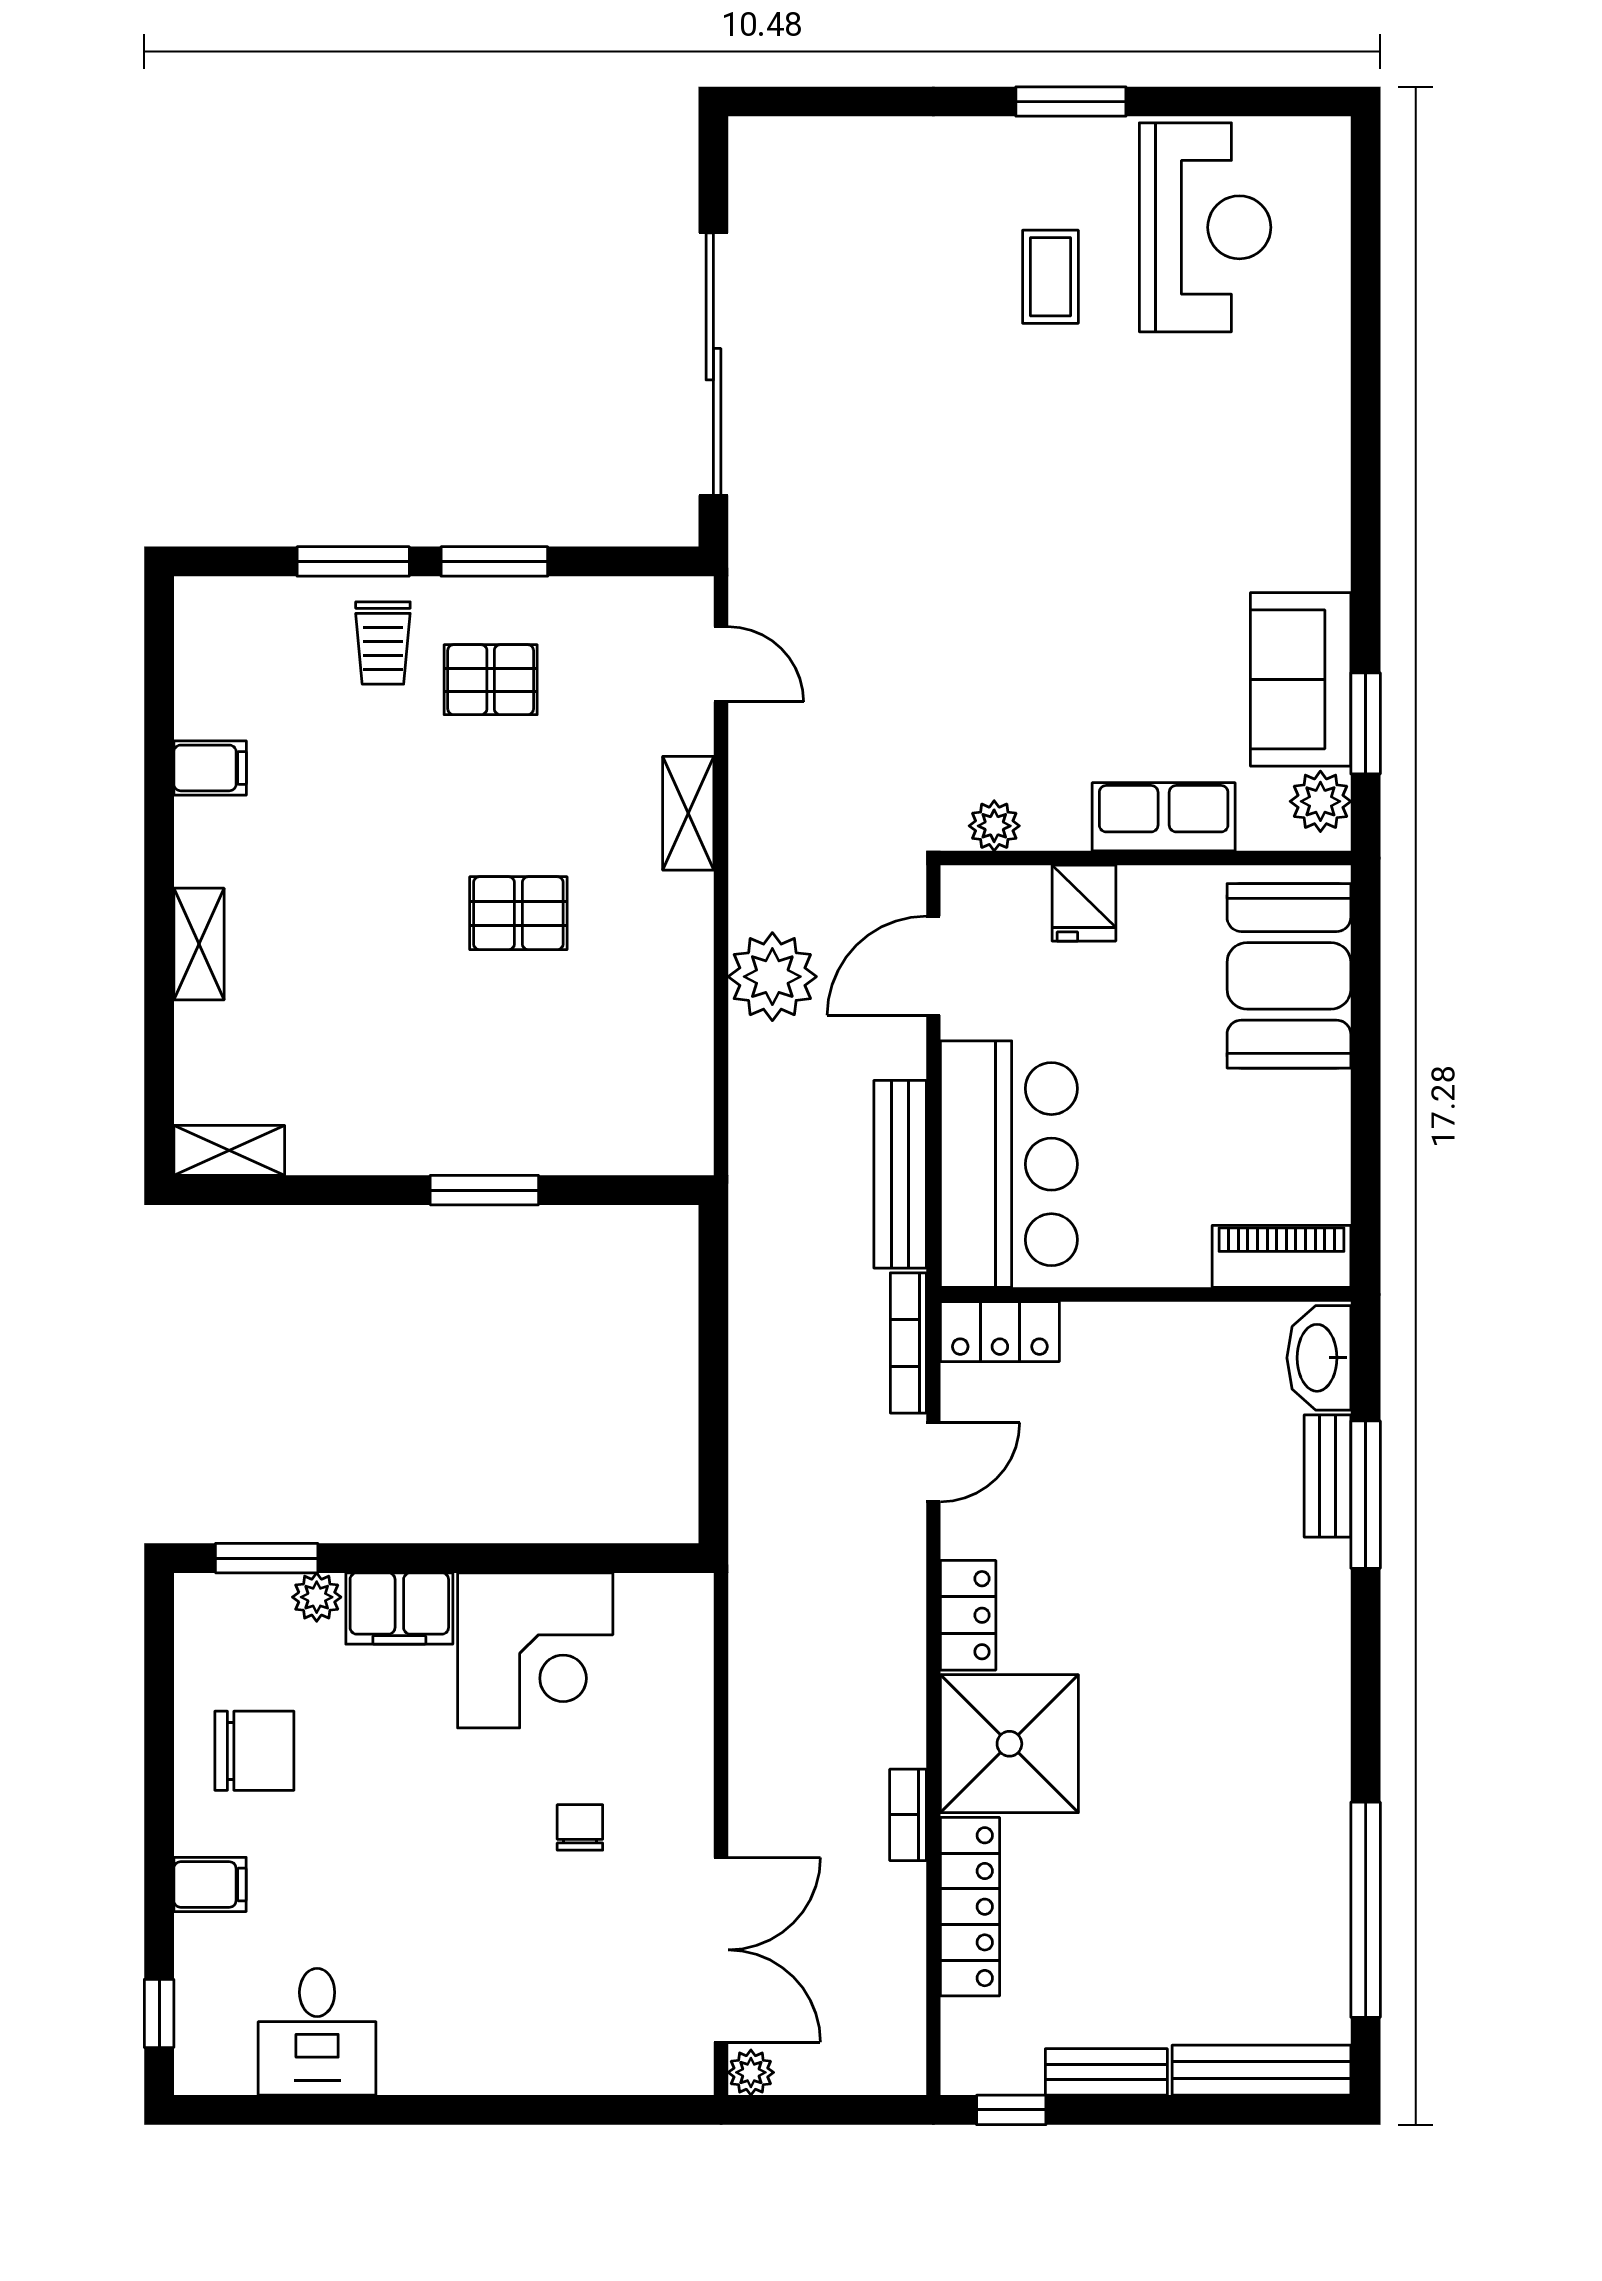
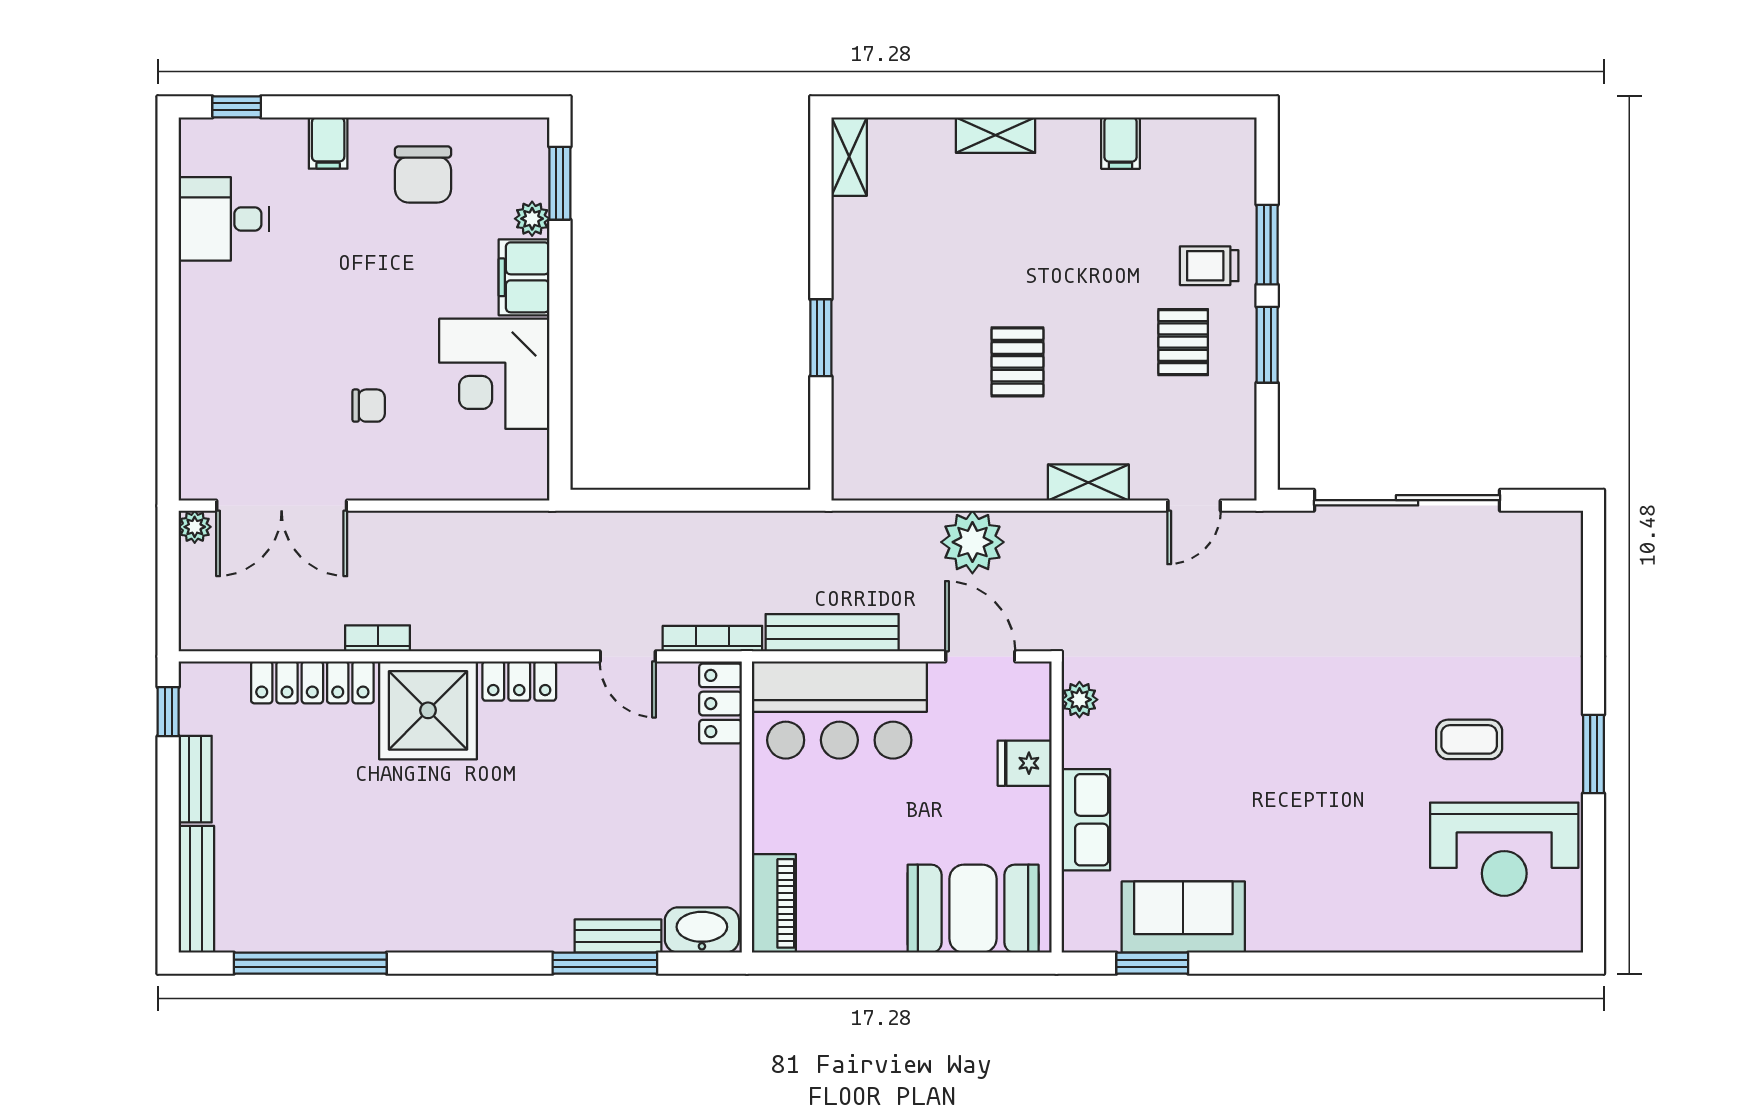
plant: (1320, 801) -> (1097, 931), removed

